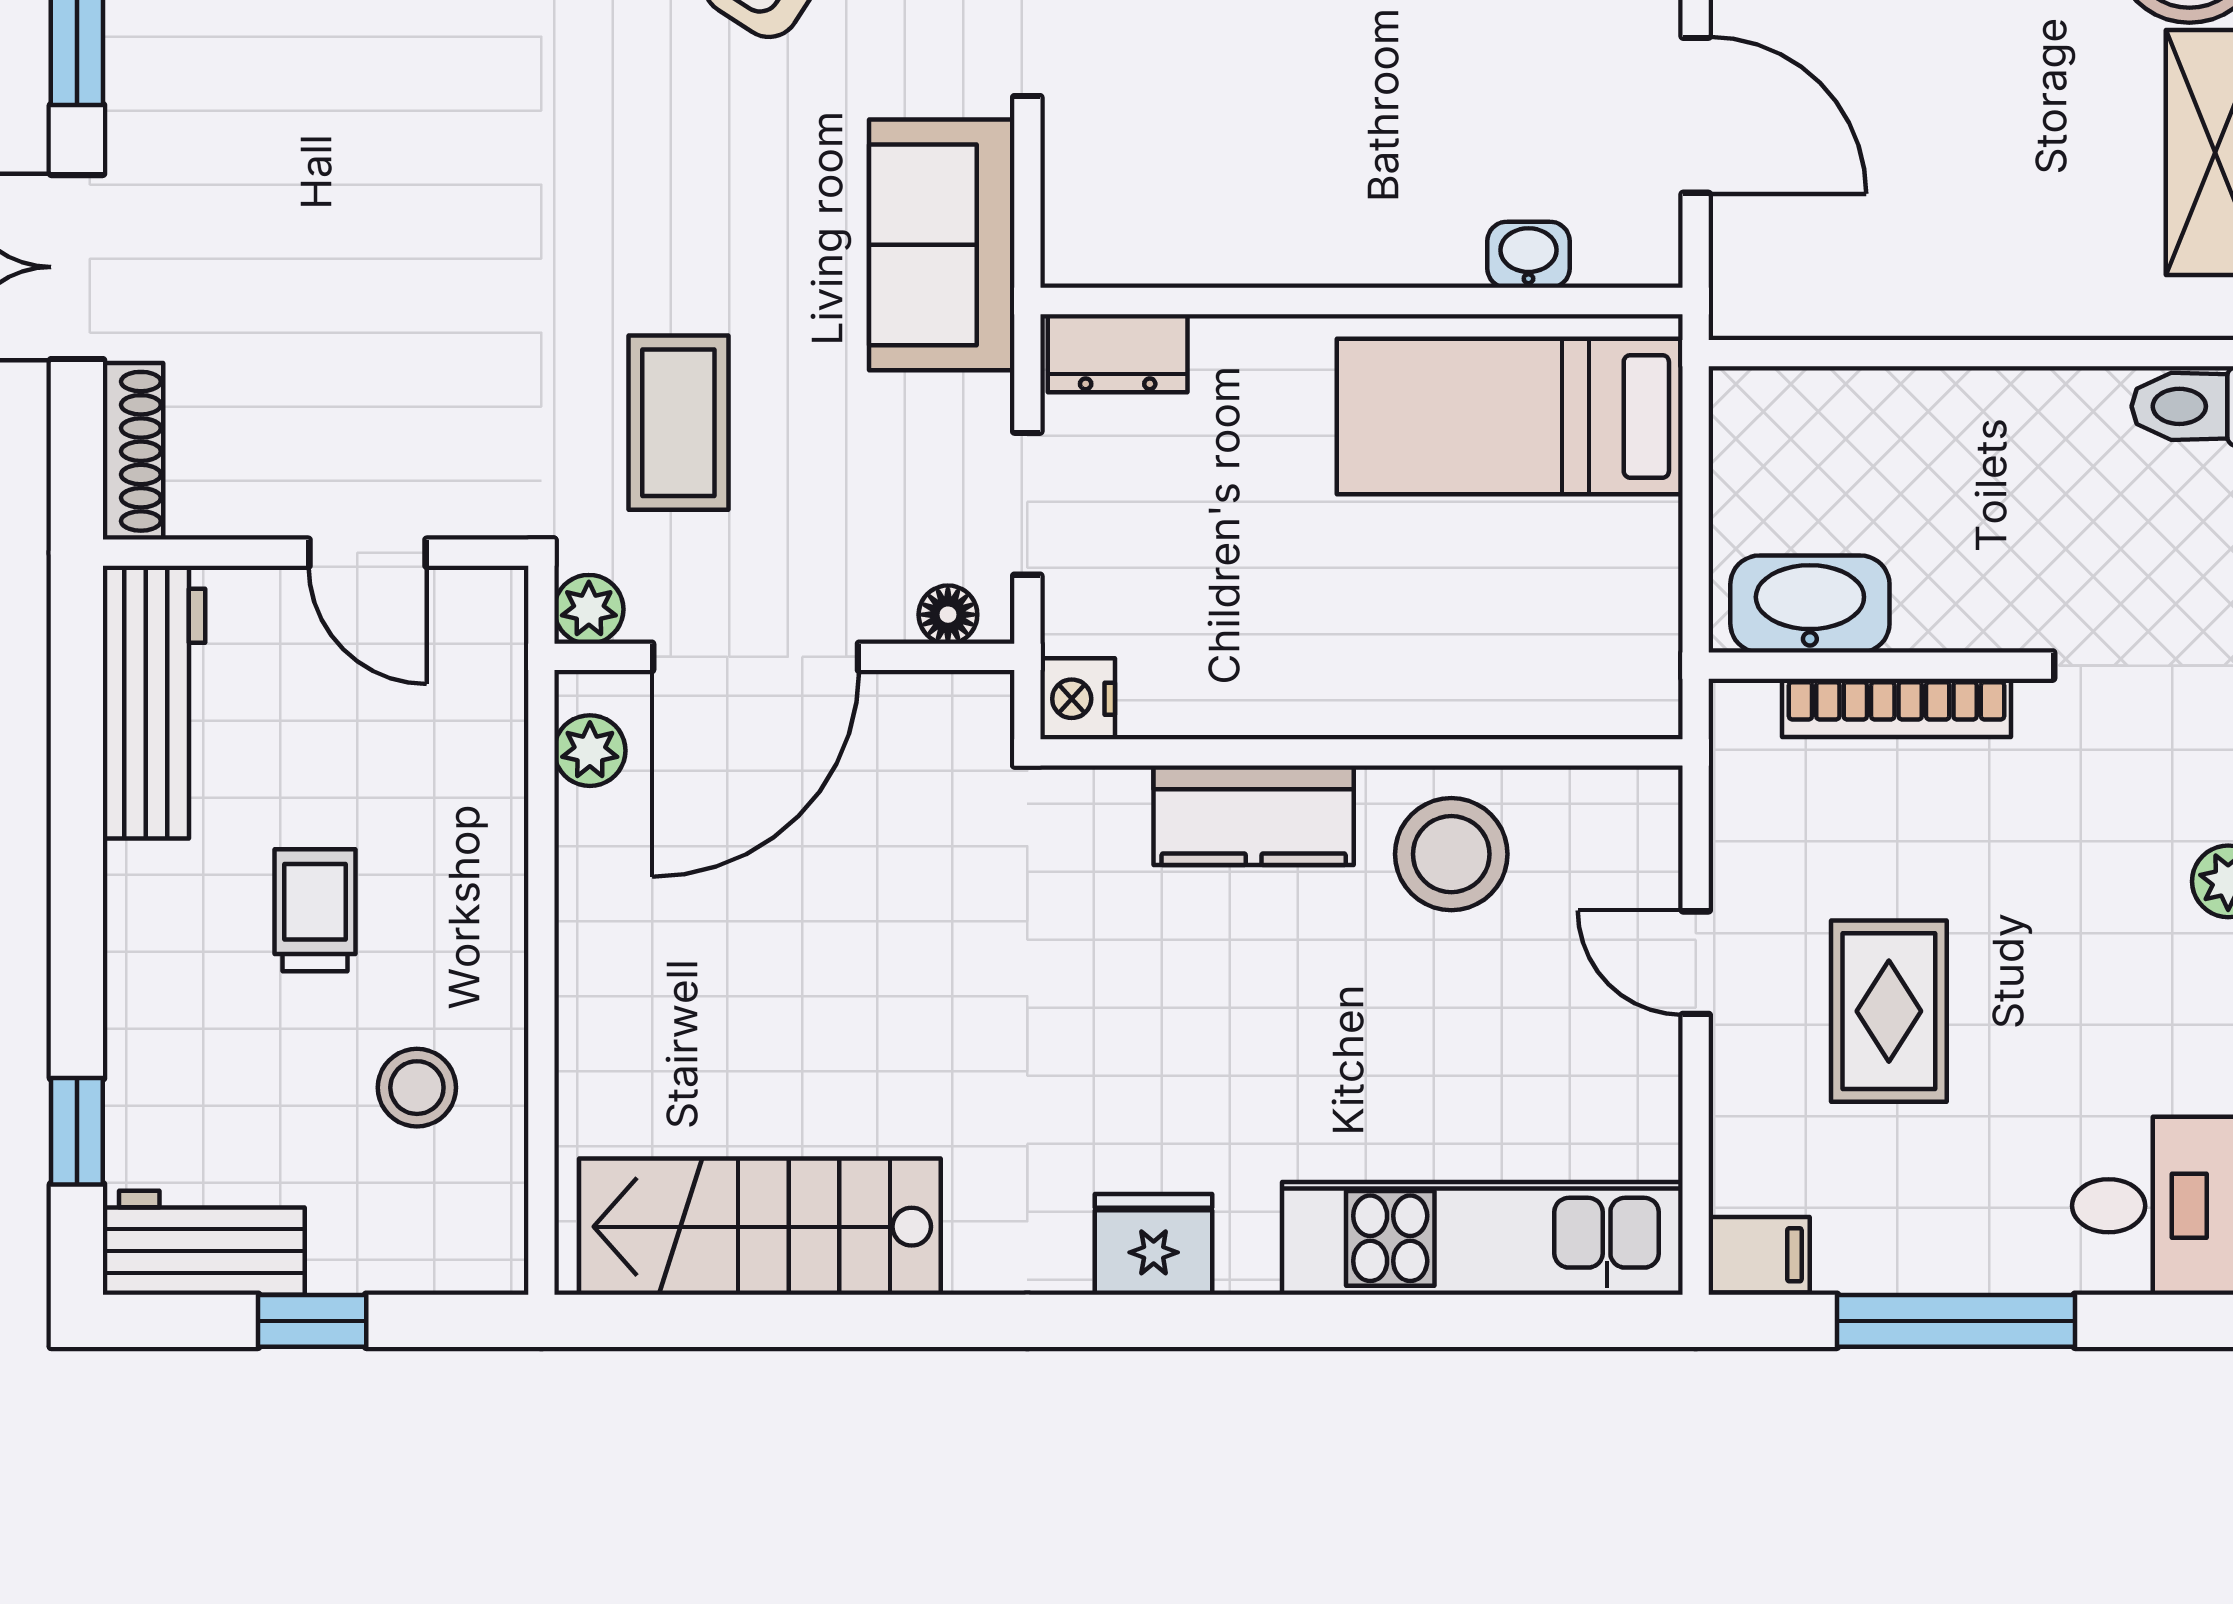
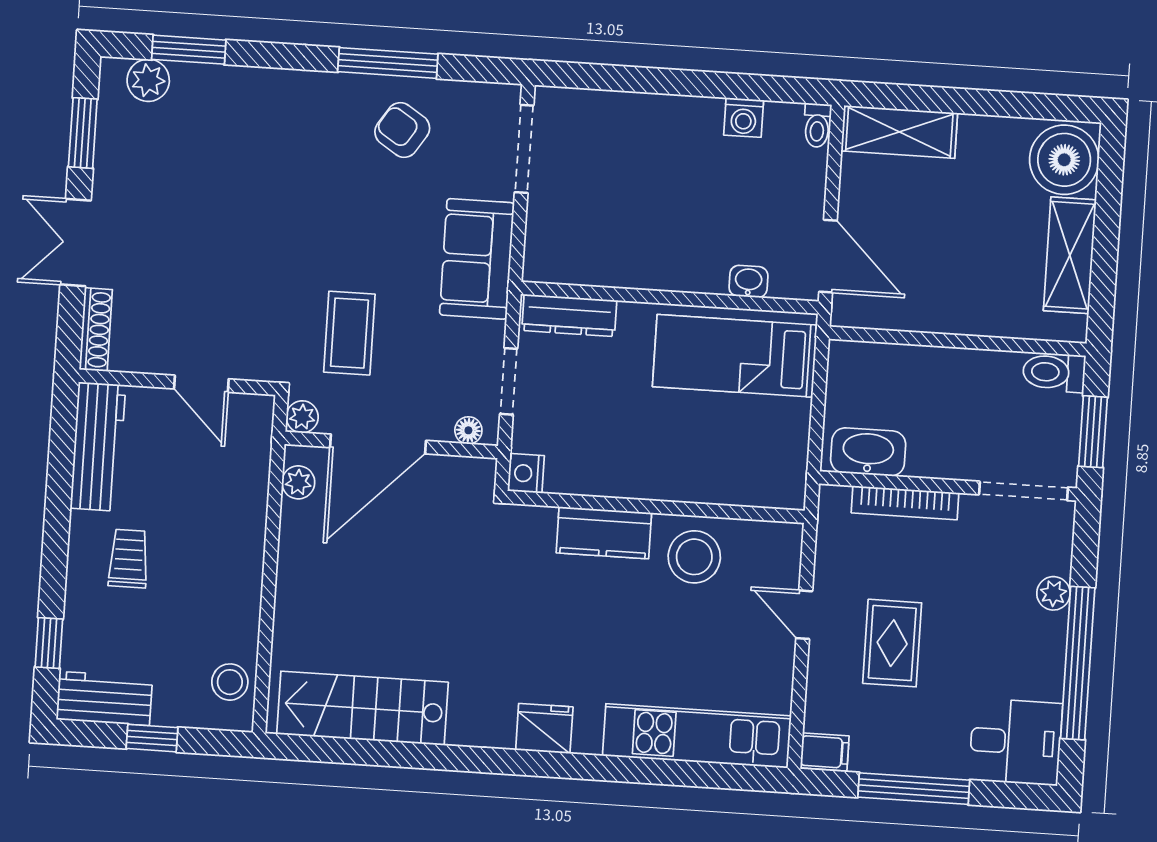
door: (1696, 115) -> (828, 256), moved
dresser: (1118, 353) -> (569, 315), width x1.44
trolley: (315, 910) -> (129, 559), moved
stool: (417, 1088) -> (230, 682), moved

